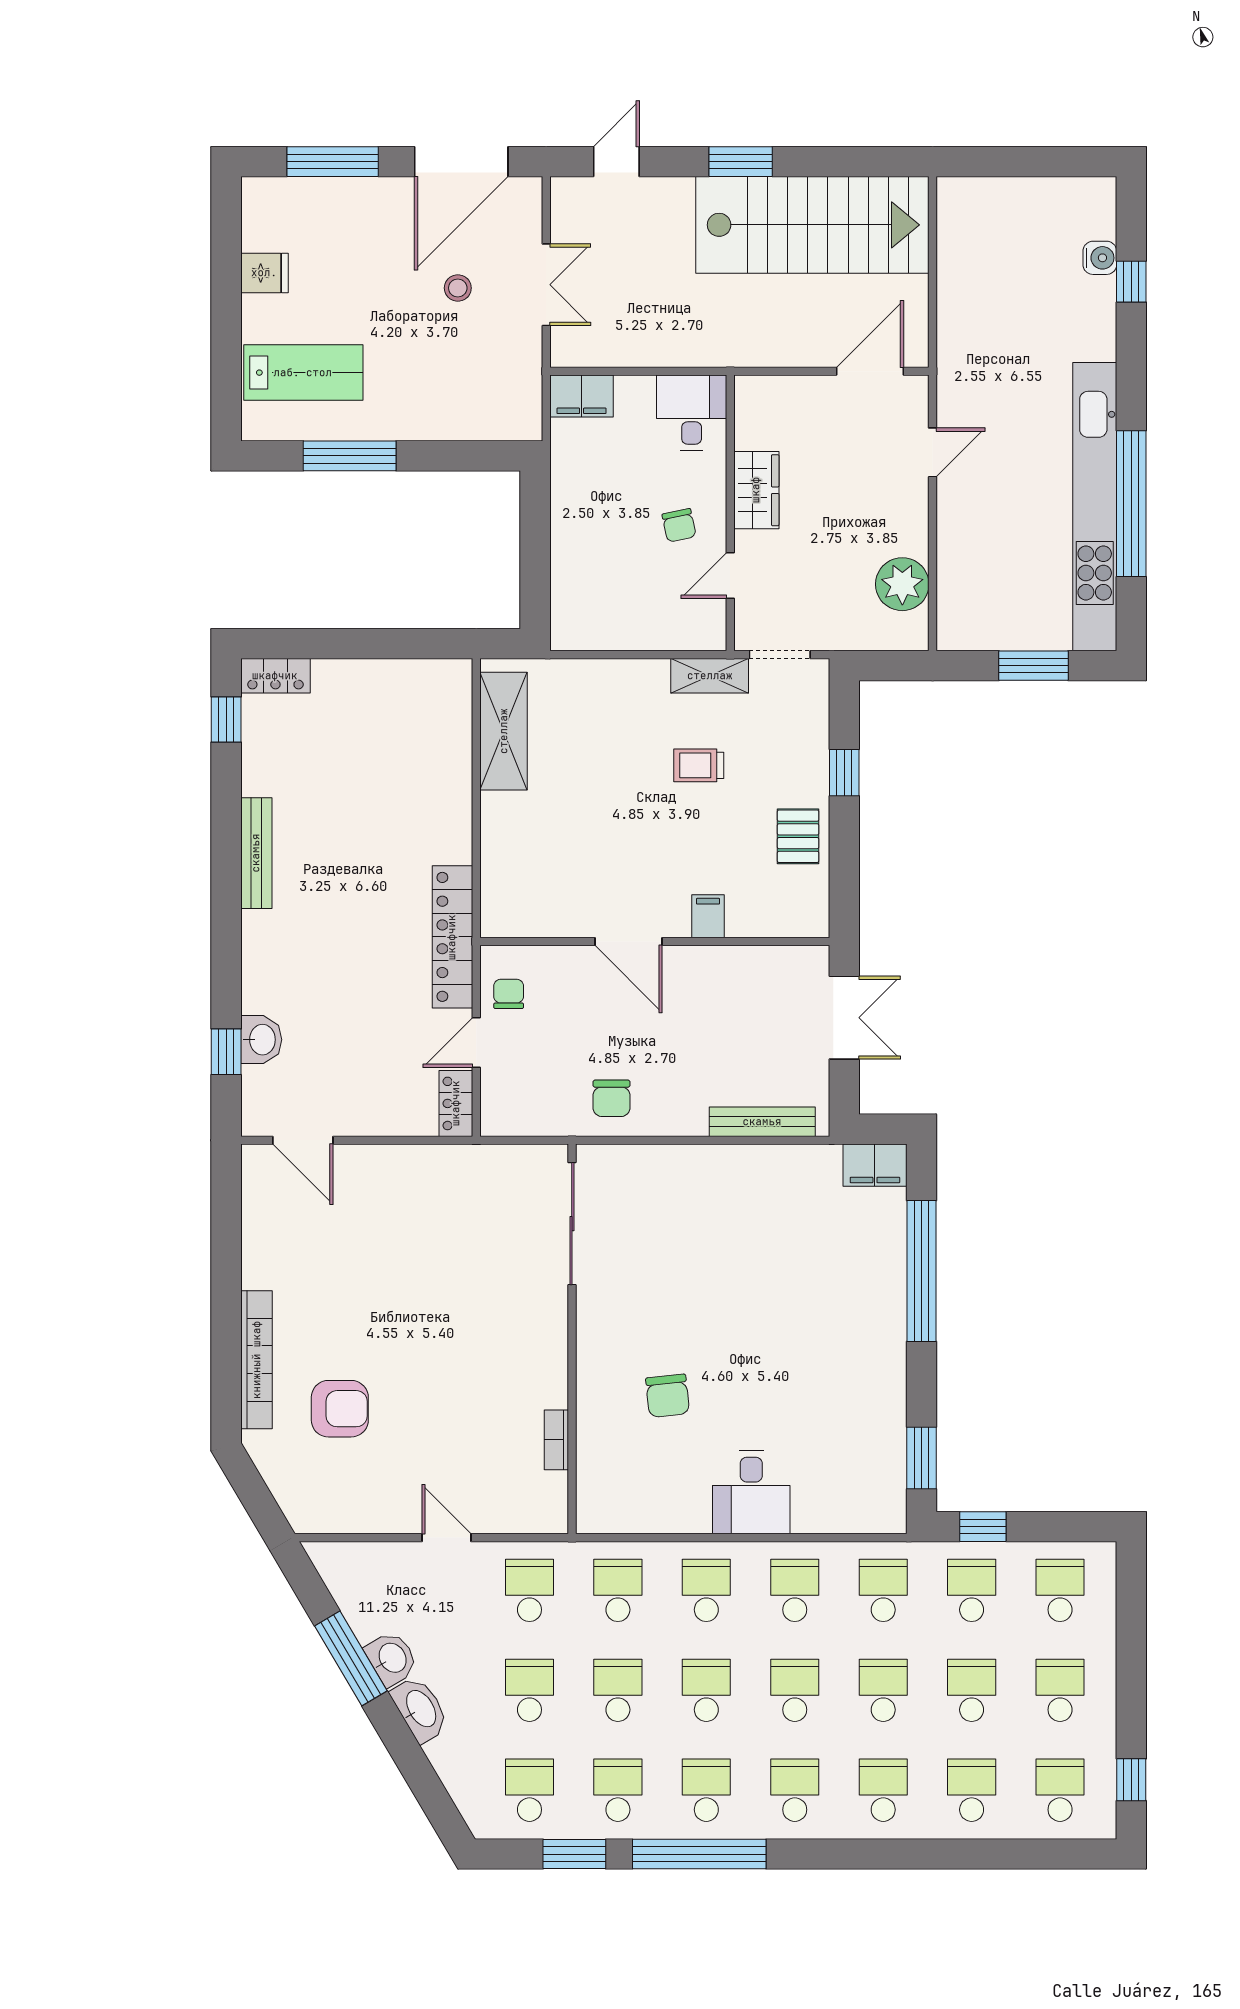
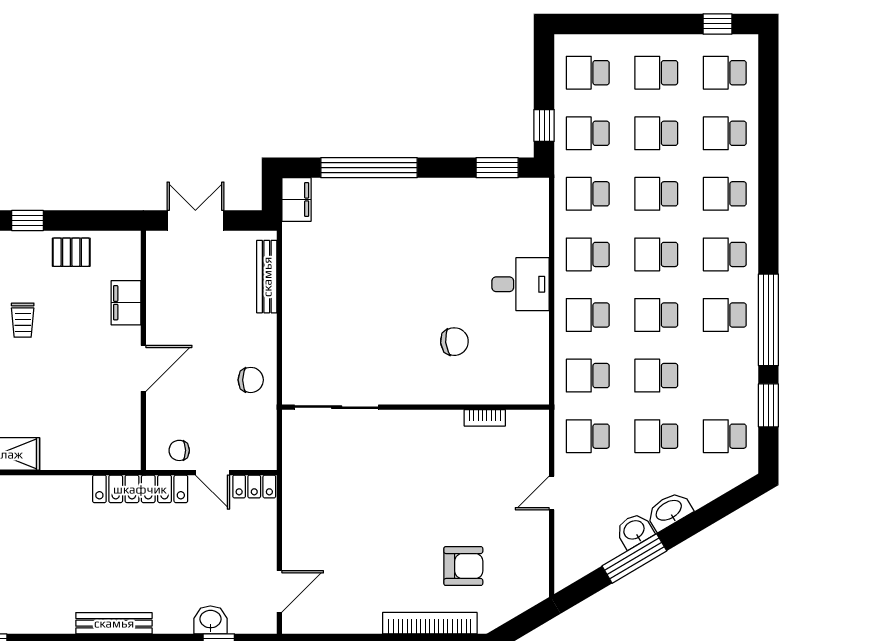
bench: (256, 853) -> (114, 623), moved
filing cabinet: (708, 916) -> (126, 303), width x2.00
armchair: (340, 1409) -> (463, 566), turned 90
school desk: (618, 1790) -> (725, 376), removed

